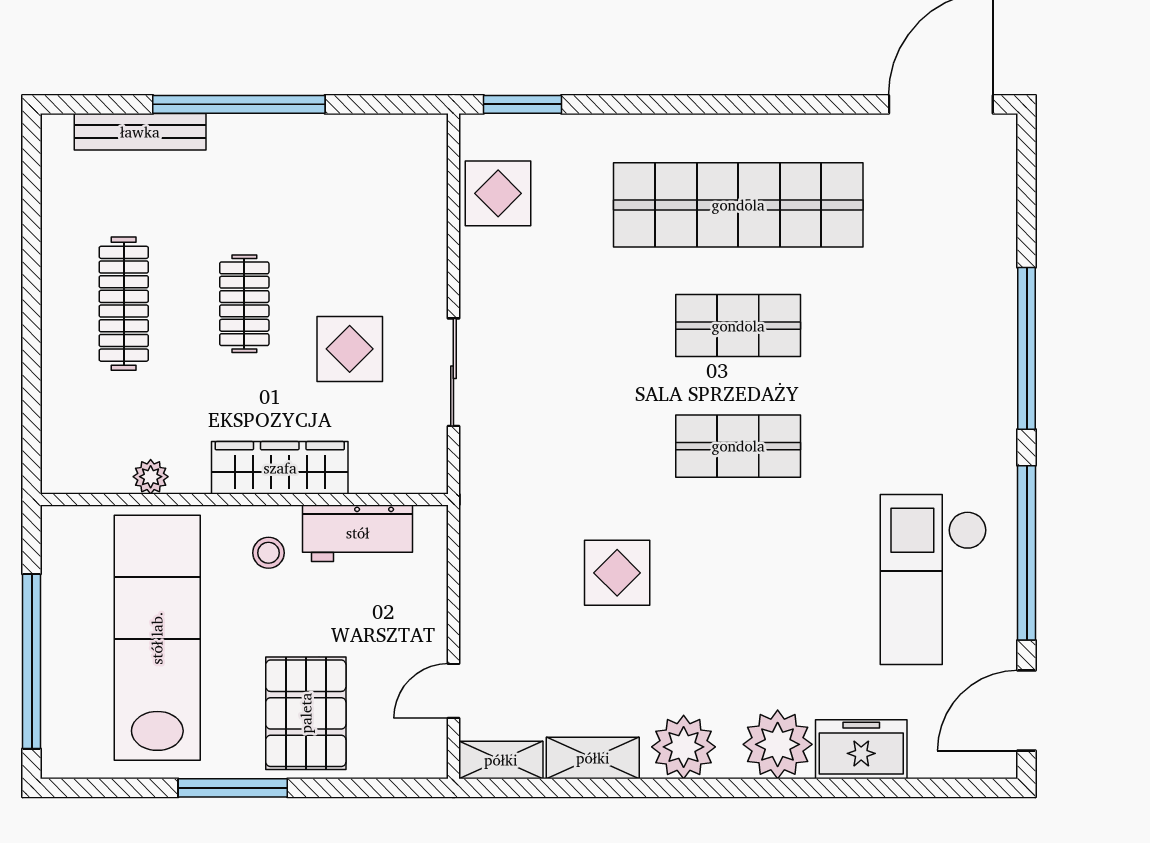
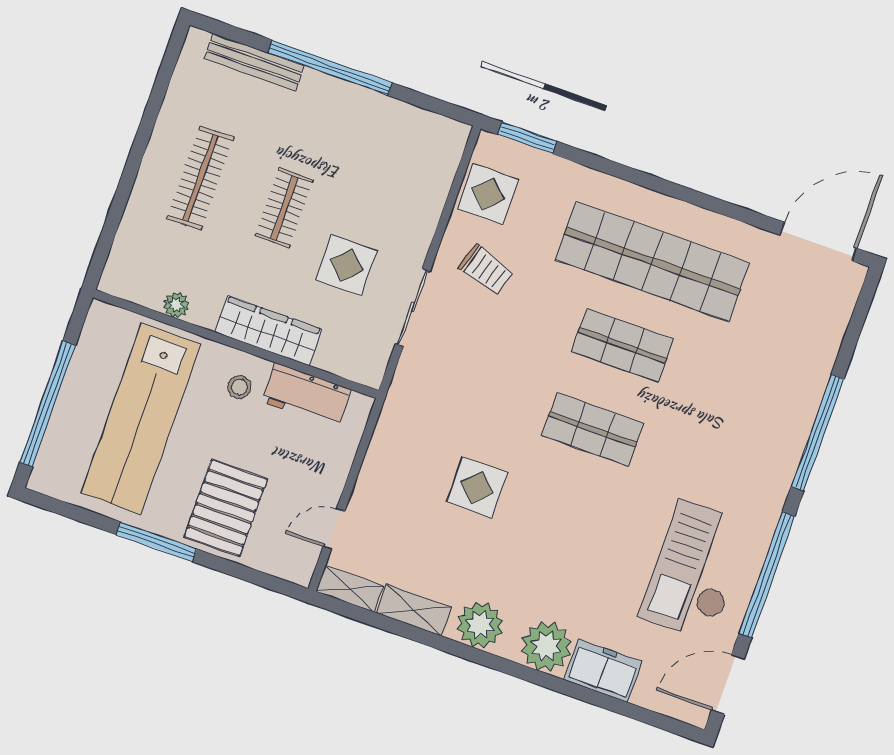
trolley: (530, 291) -> (486, 270), added
lab bench: (157, 638) -> (141, 419), turned 180

